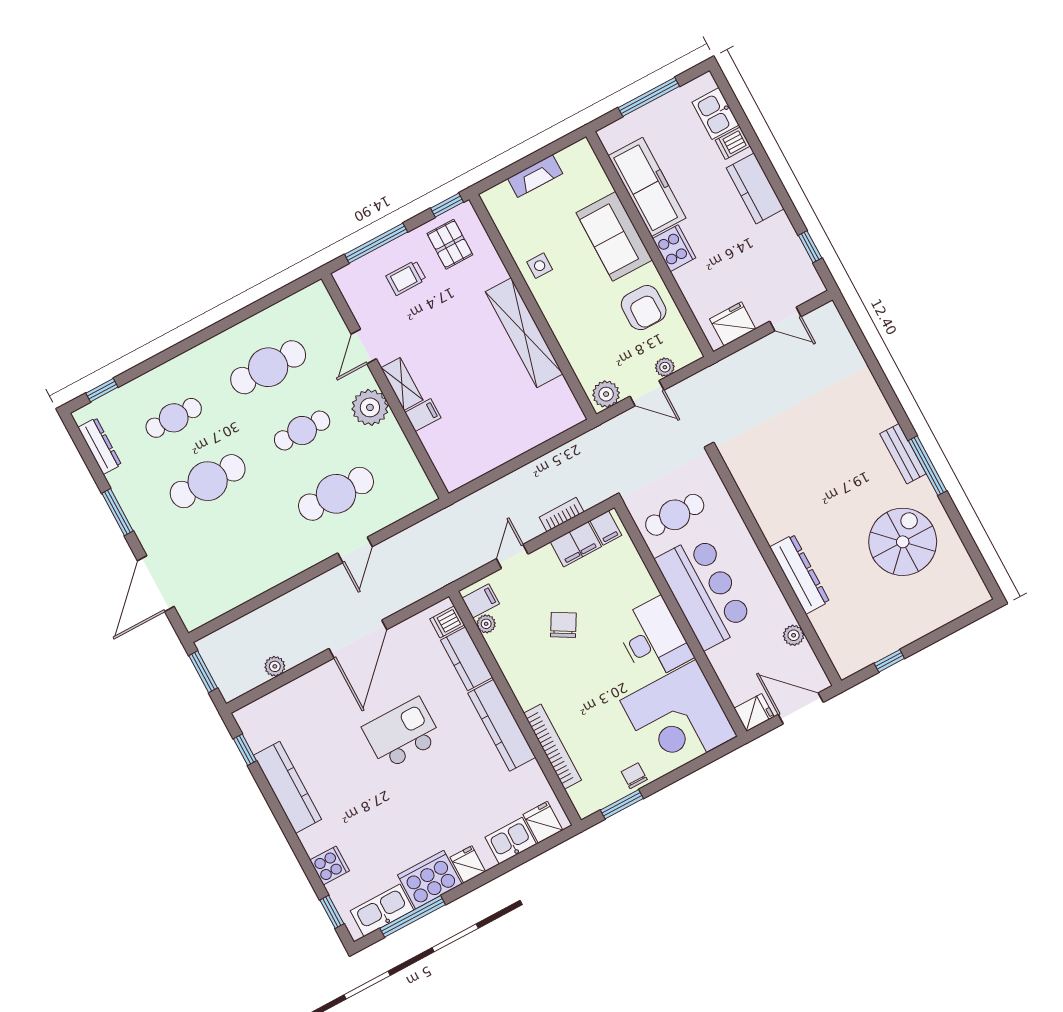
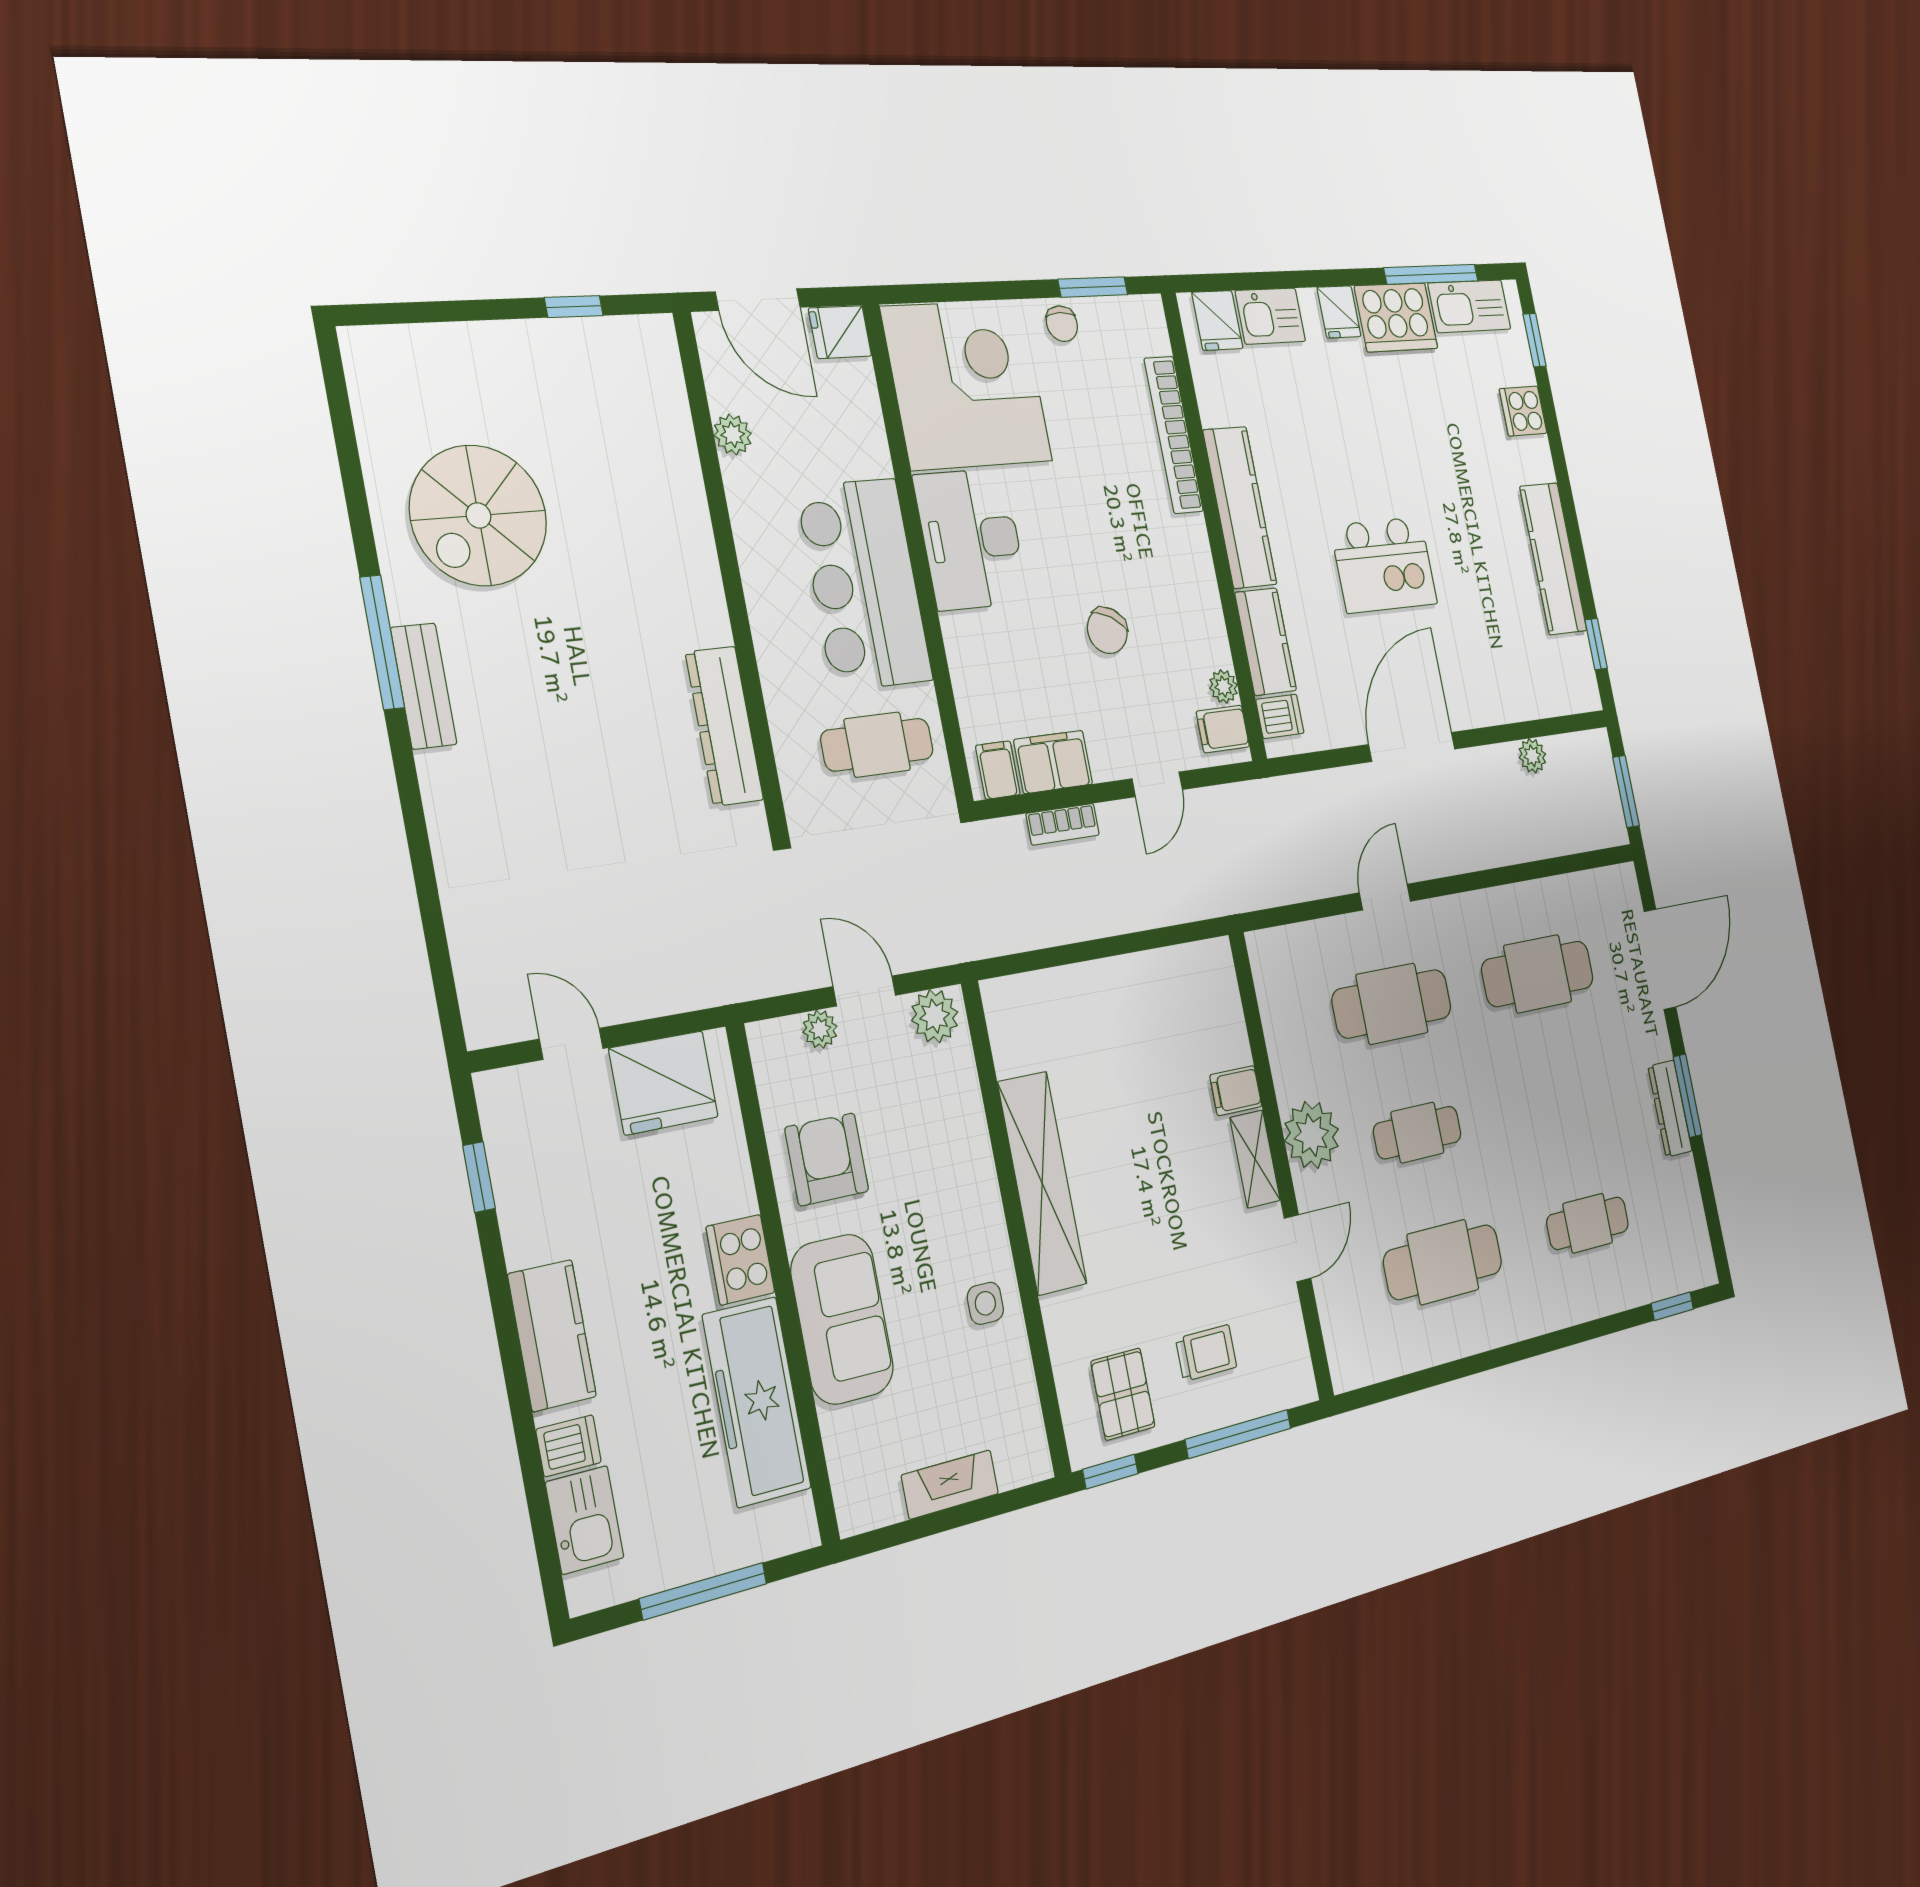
fridge: (733, 324) -> (664, 1083), width x1.36, depth x1.34
dresser: (100, 446) -> (1670, 1109), moved
cafe table: (208, 481) -> (1538, 974), moved
dresser: (800, 574) -> (724, 726), moved

